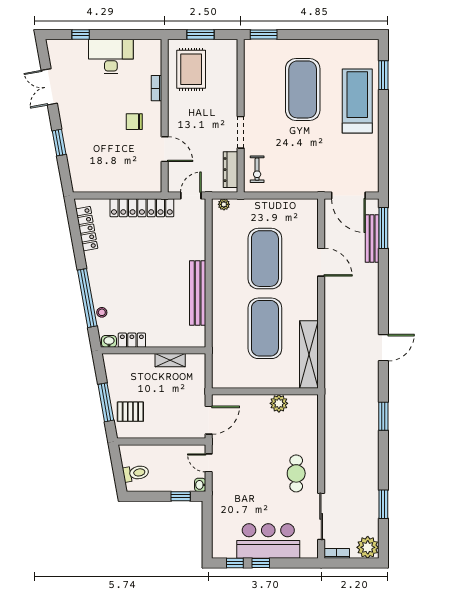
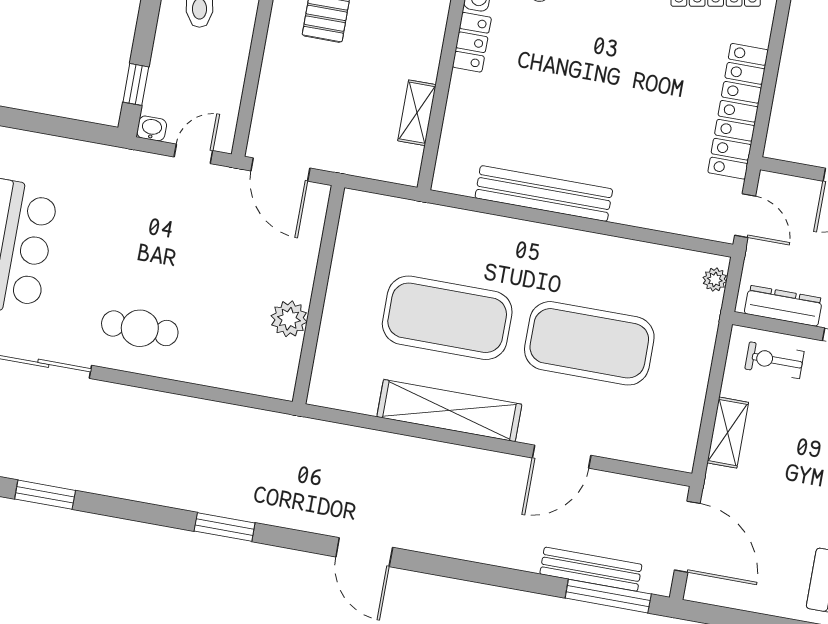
shelving: (295, 185) -> (728, 433), added
door: (348, 195) -> (687, 537), swing flipped
shelving: (309, 354) -> (449, 411), moved

